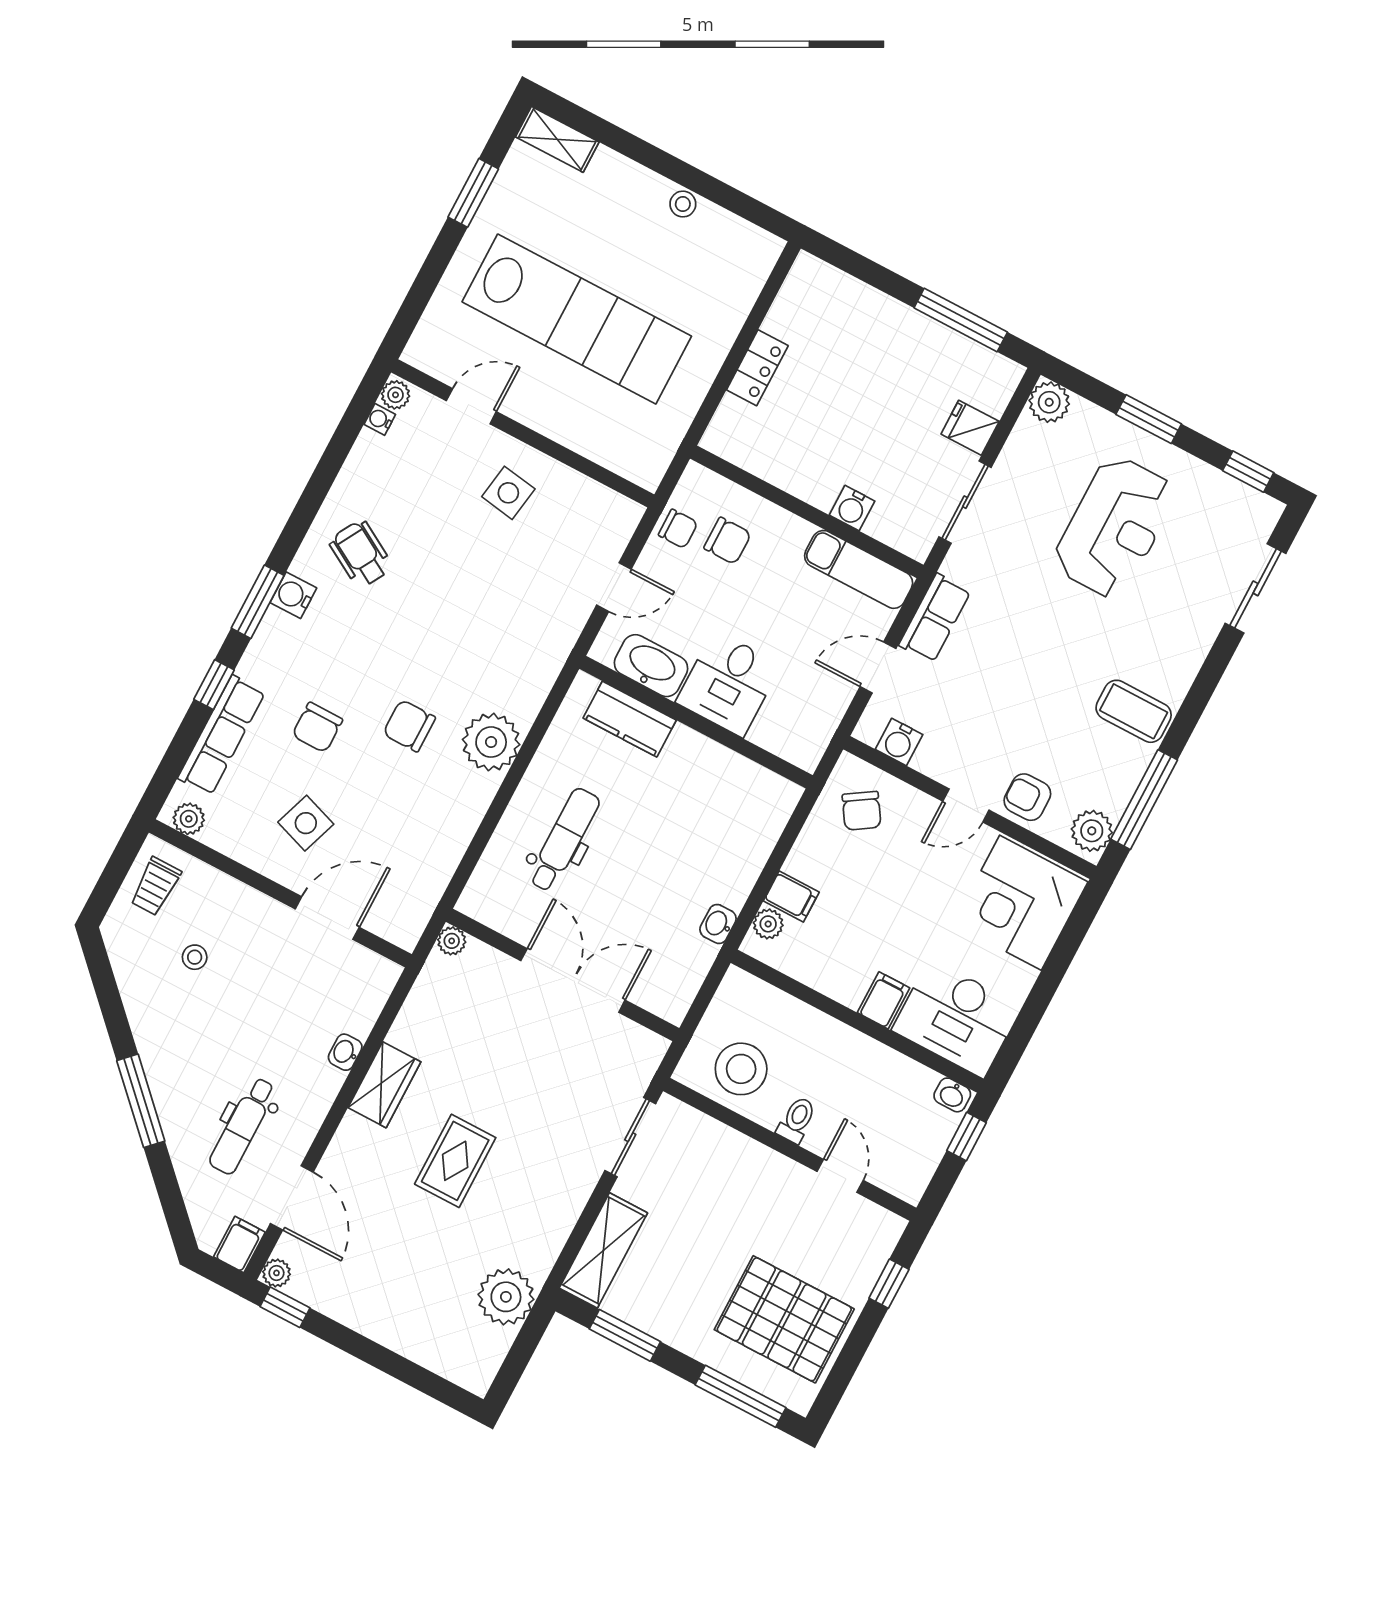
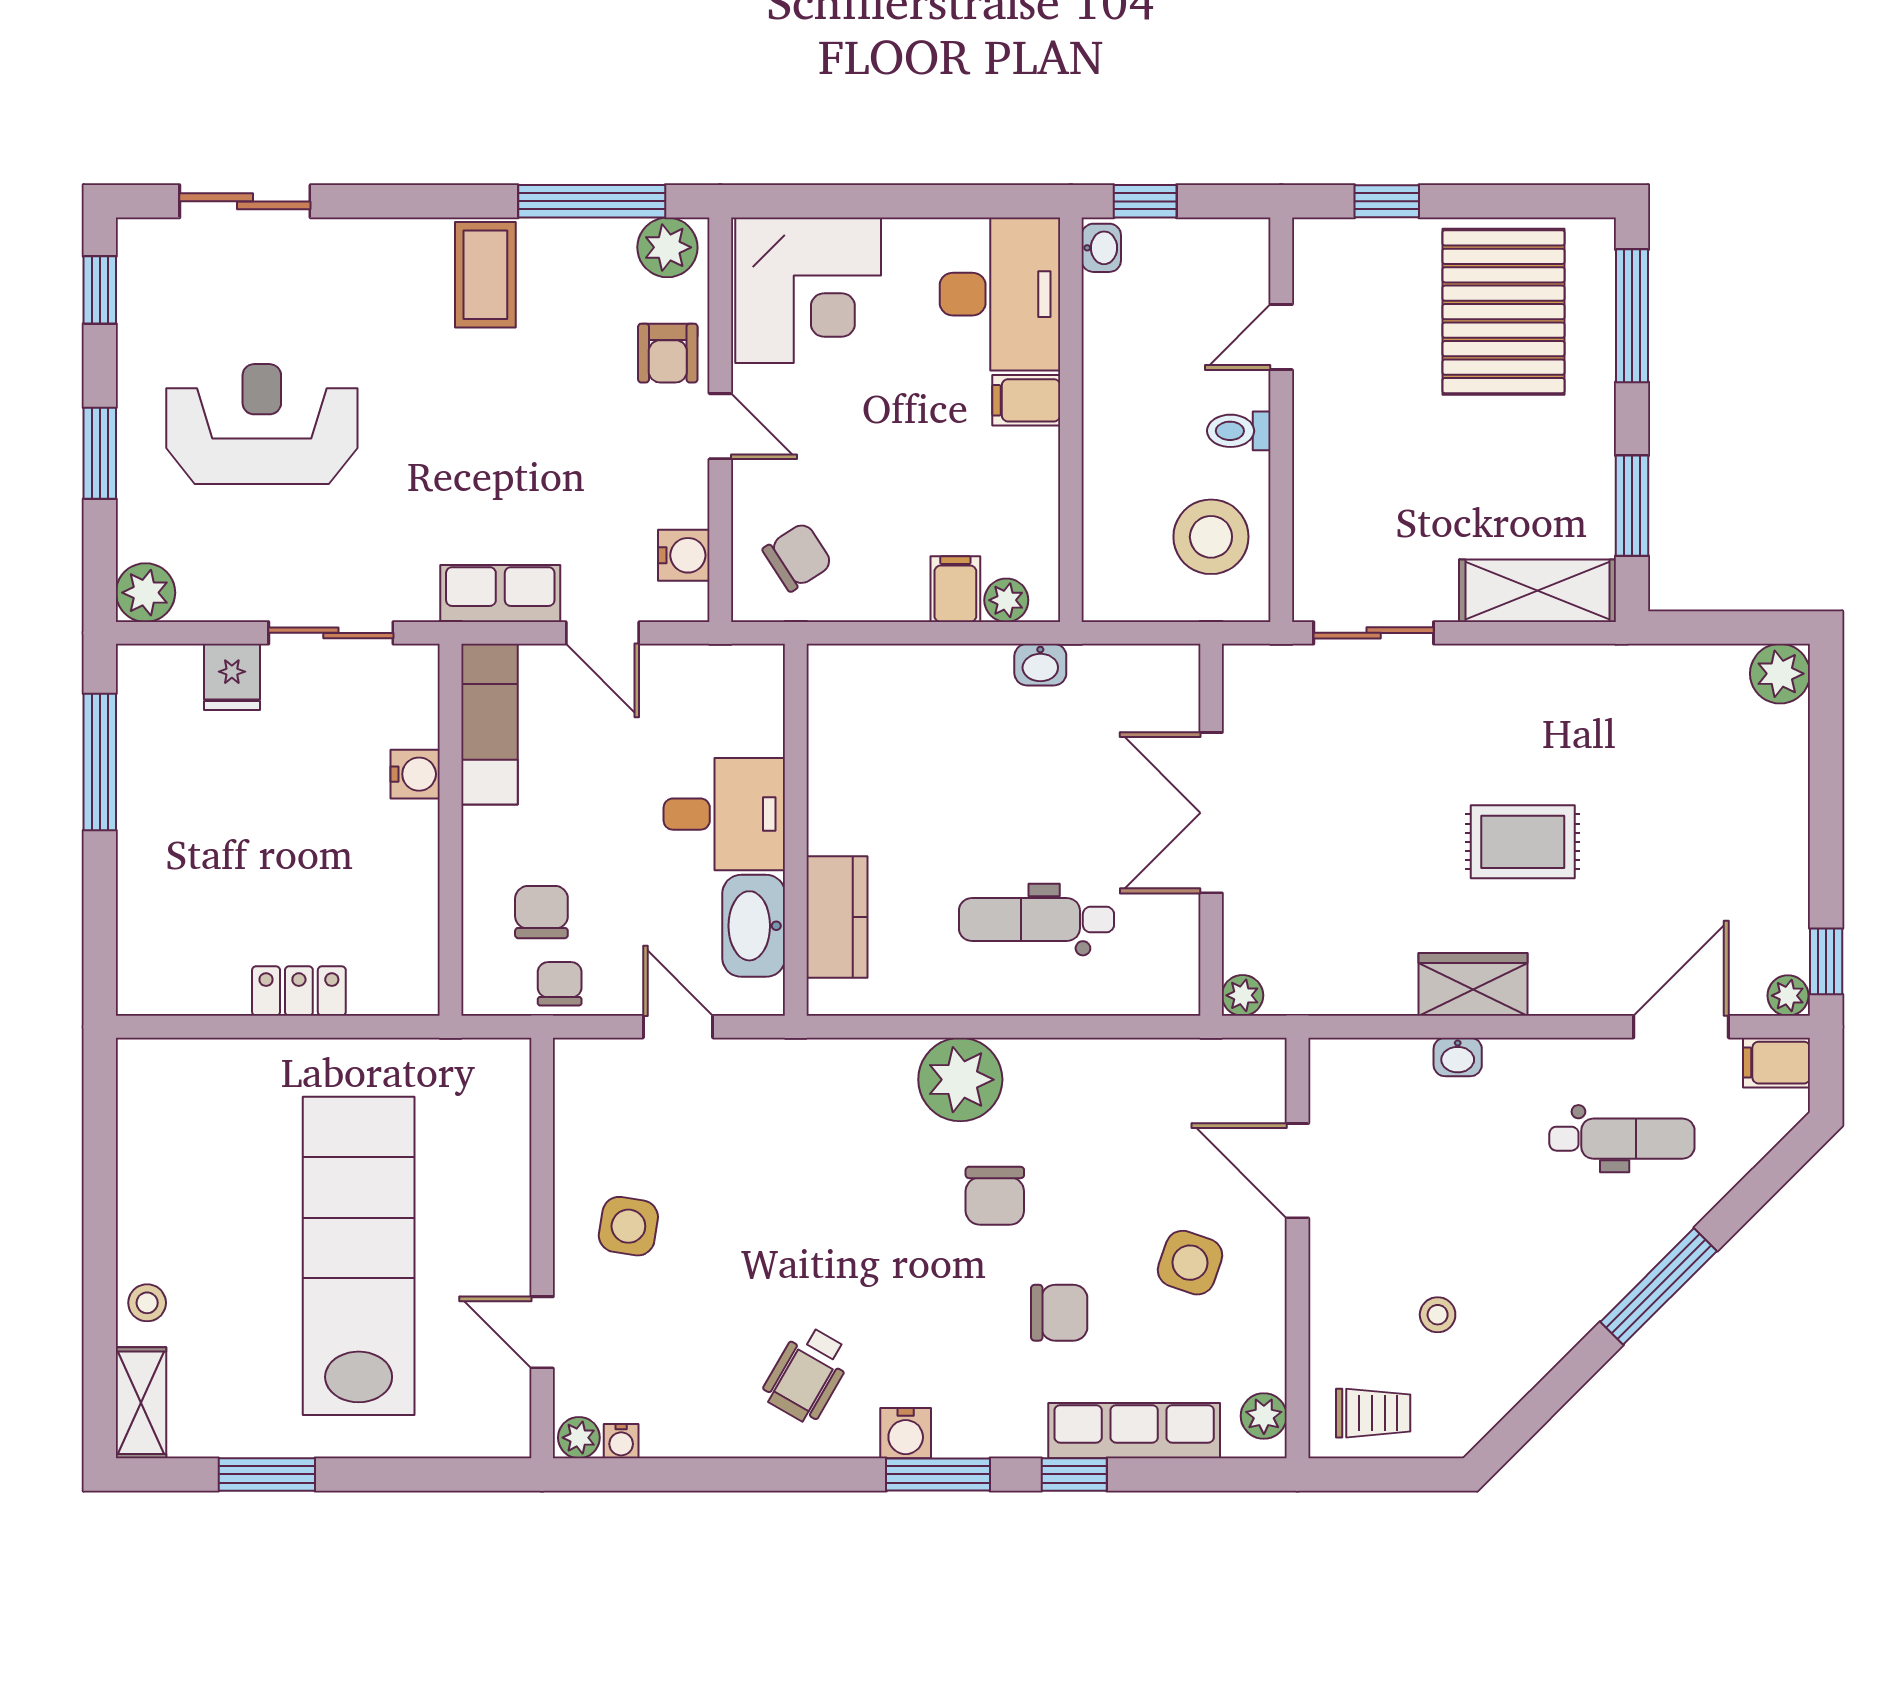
stool: (683, 204) -> (147, 1303), moved
plant: (506, 1297) -> (1780, 674), moved, width x0.73, depth x0.73

